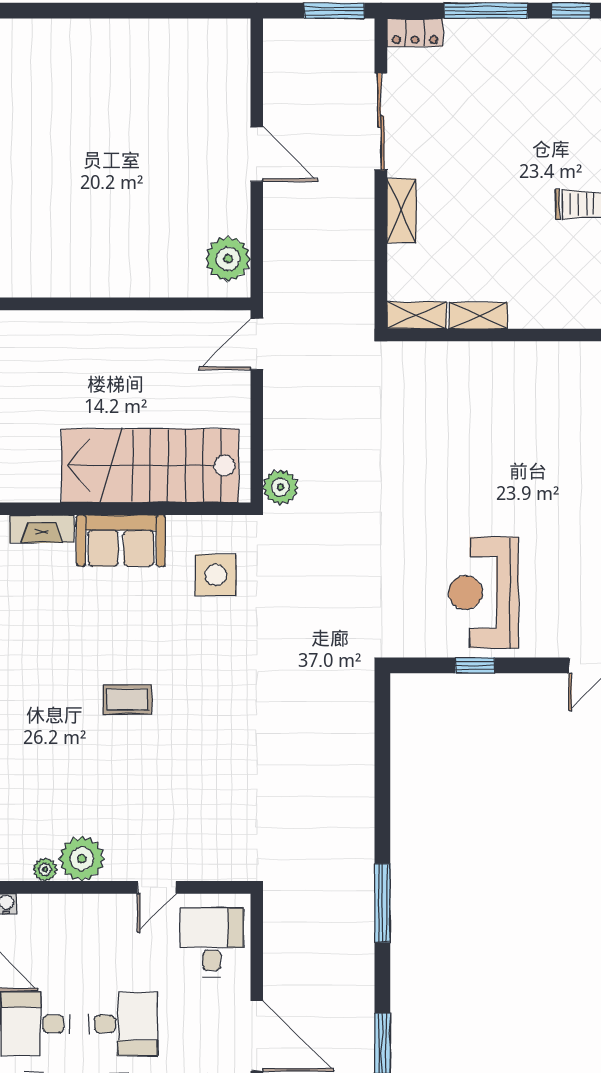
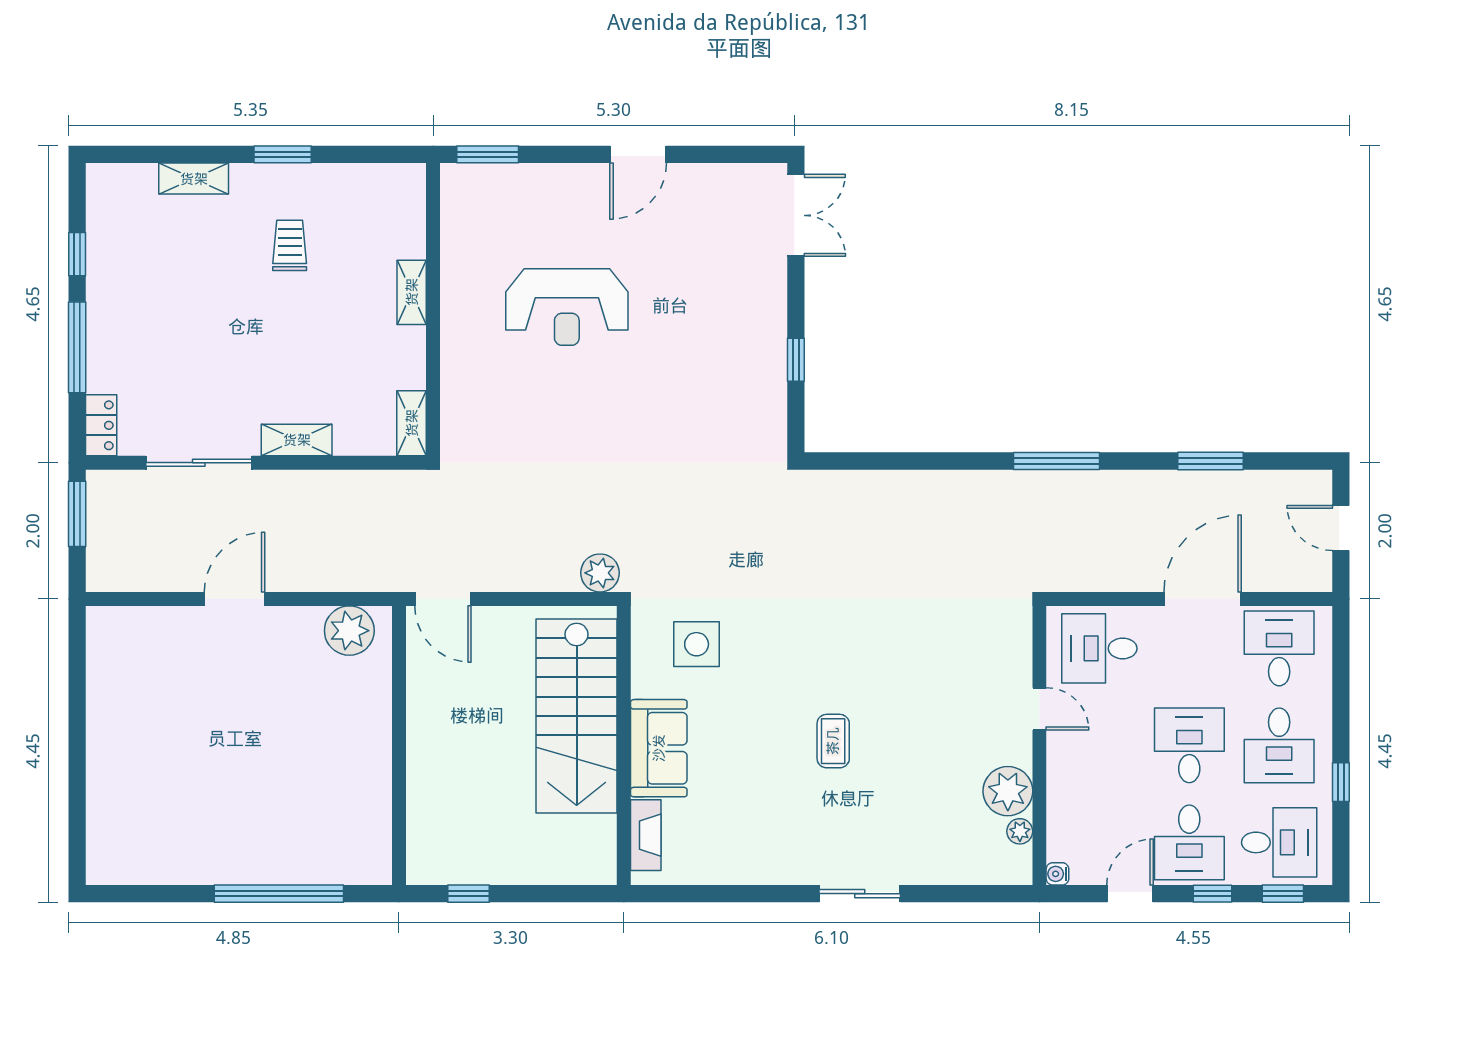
shelving: (478, 316) -> (412, 292), moved
reception desk: (484, 593) -> (567, 307), moved

